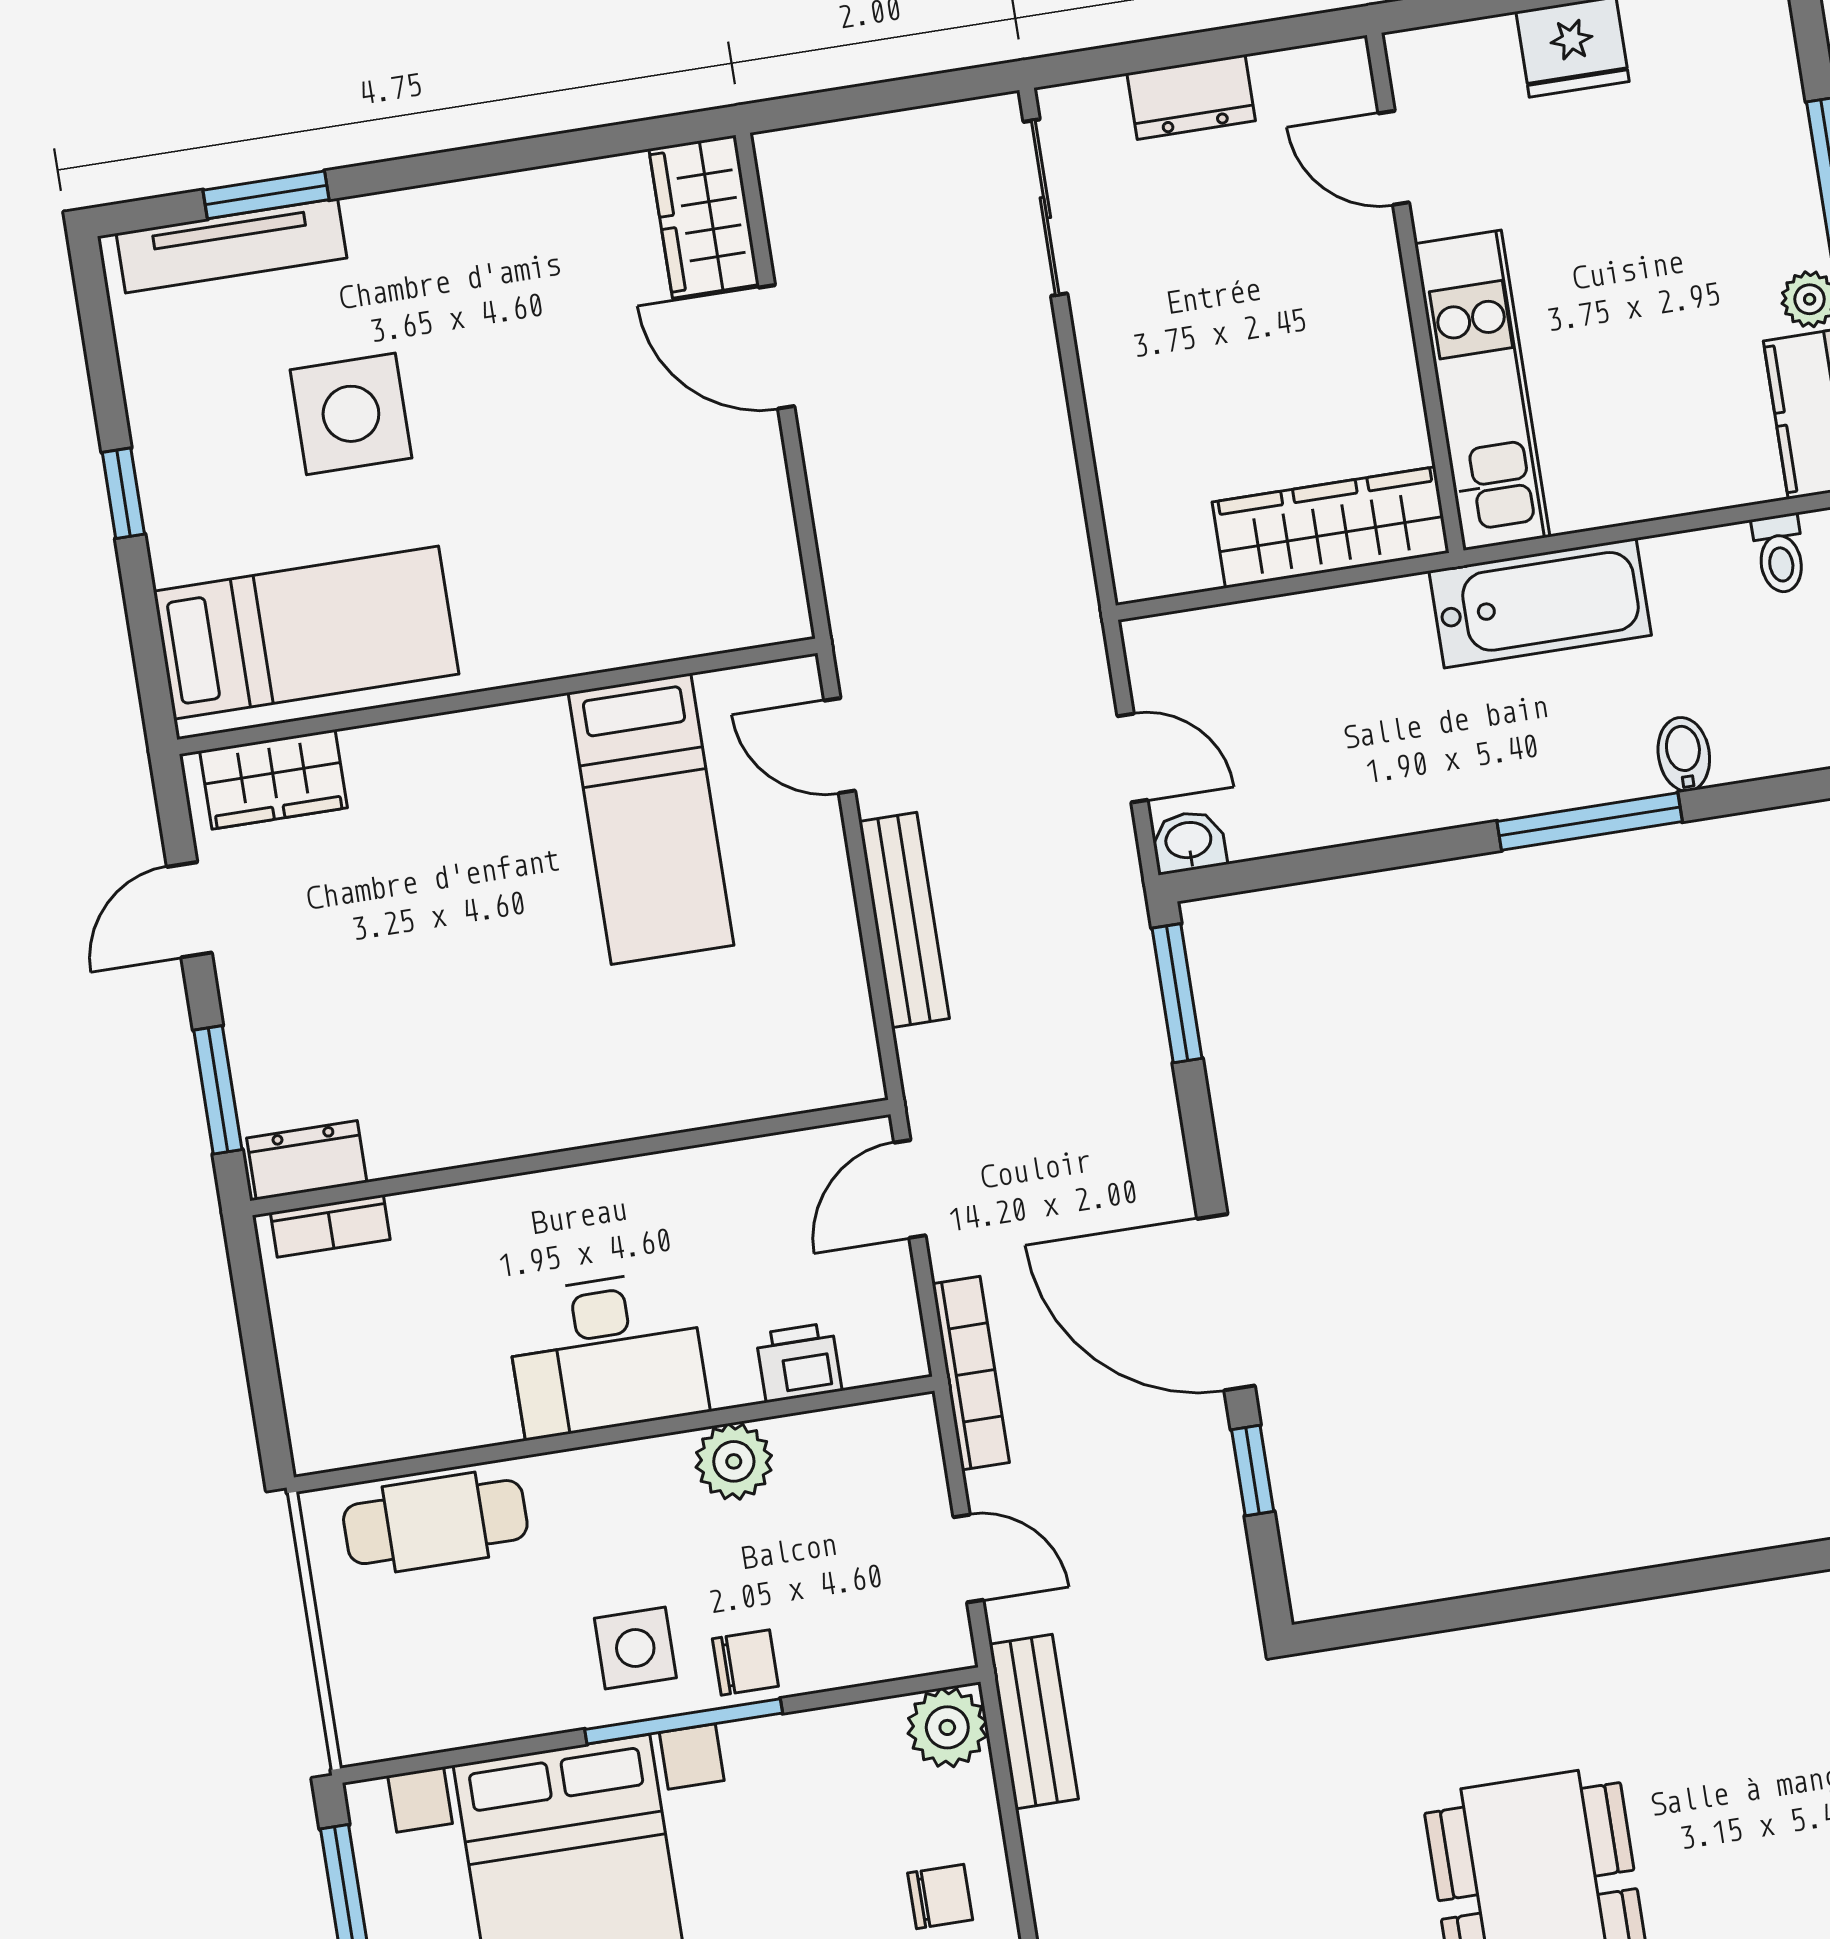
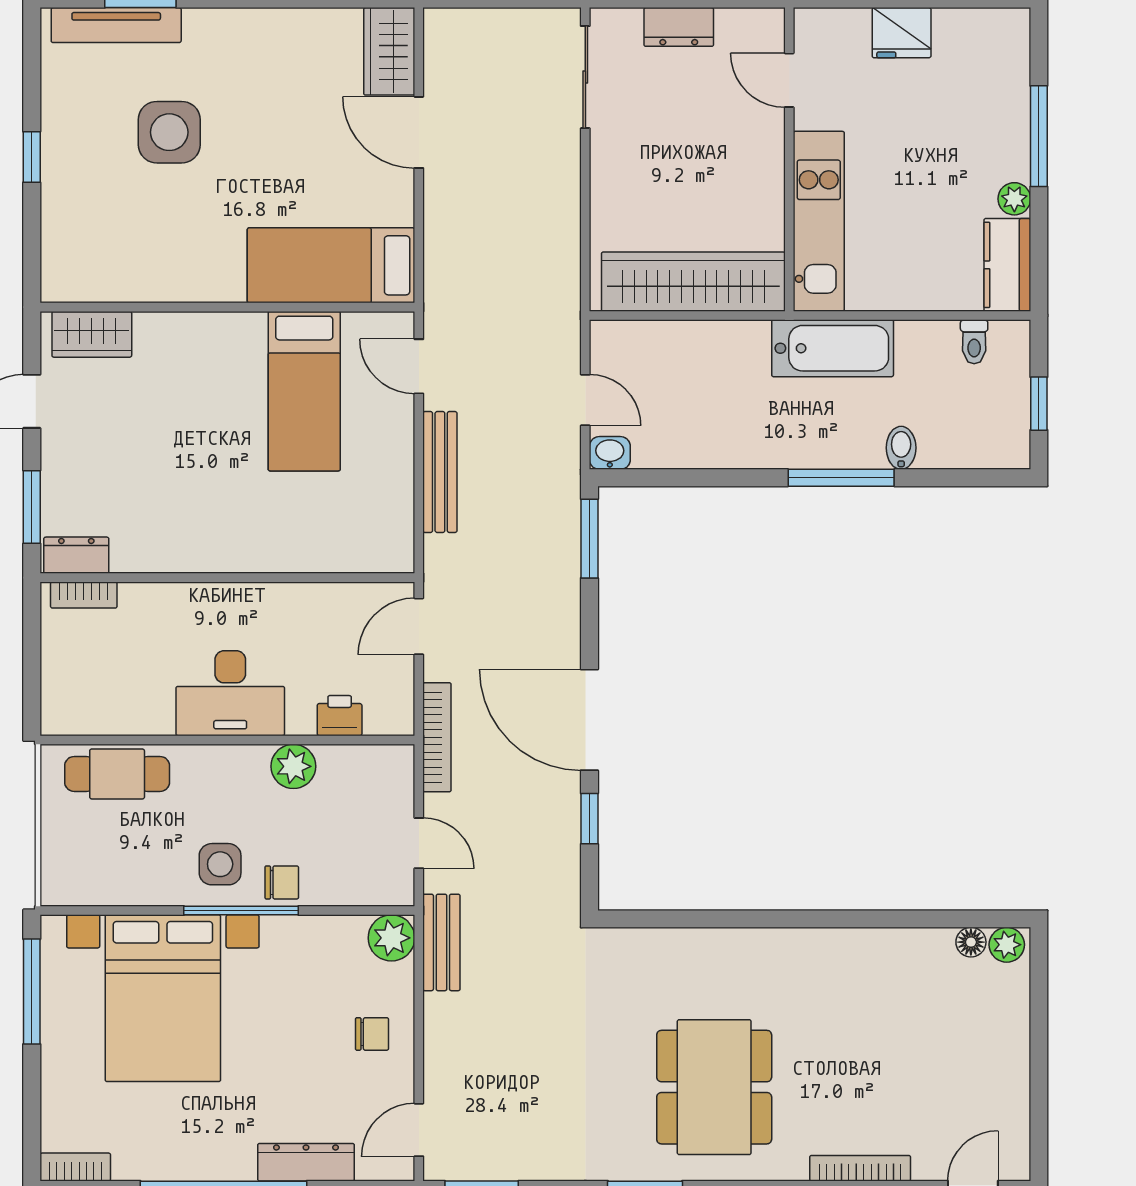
wardrobe: (1331, 527) -> (693, 282), width x1.40, depth x1.17
bed: (306, 633) -> (331, 265), moved, turned 180

